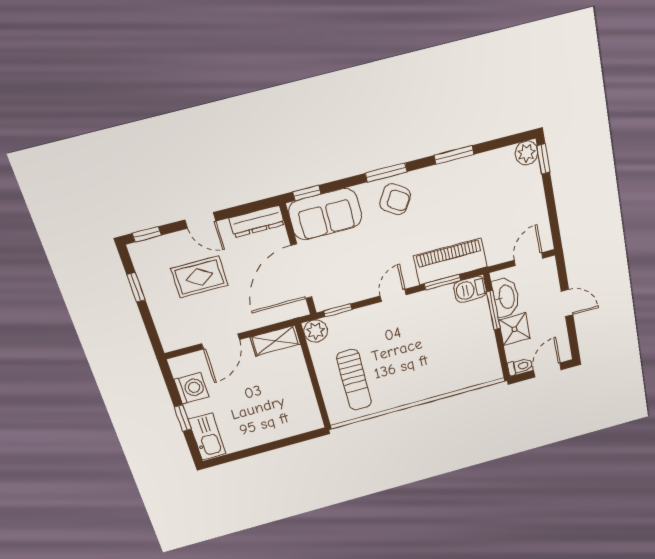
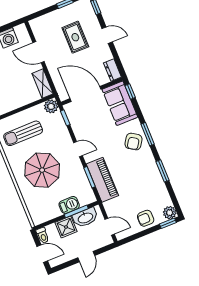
armchair: (527, 197) -> (146, 218), added
door: (200, 220) -> (107, 35), swing flipped
dresser: (257, 221) -> (112, 70), width x0.70
barbecue: (470, 289) -> (69, 205), moved, turned 90
parasol: (418, 357) -> (42, 170), added

